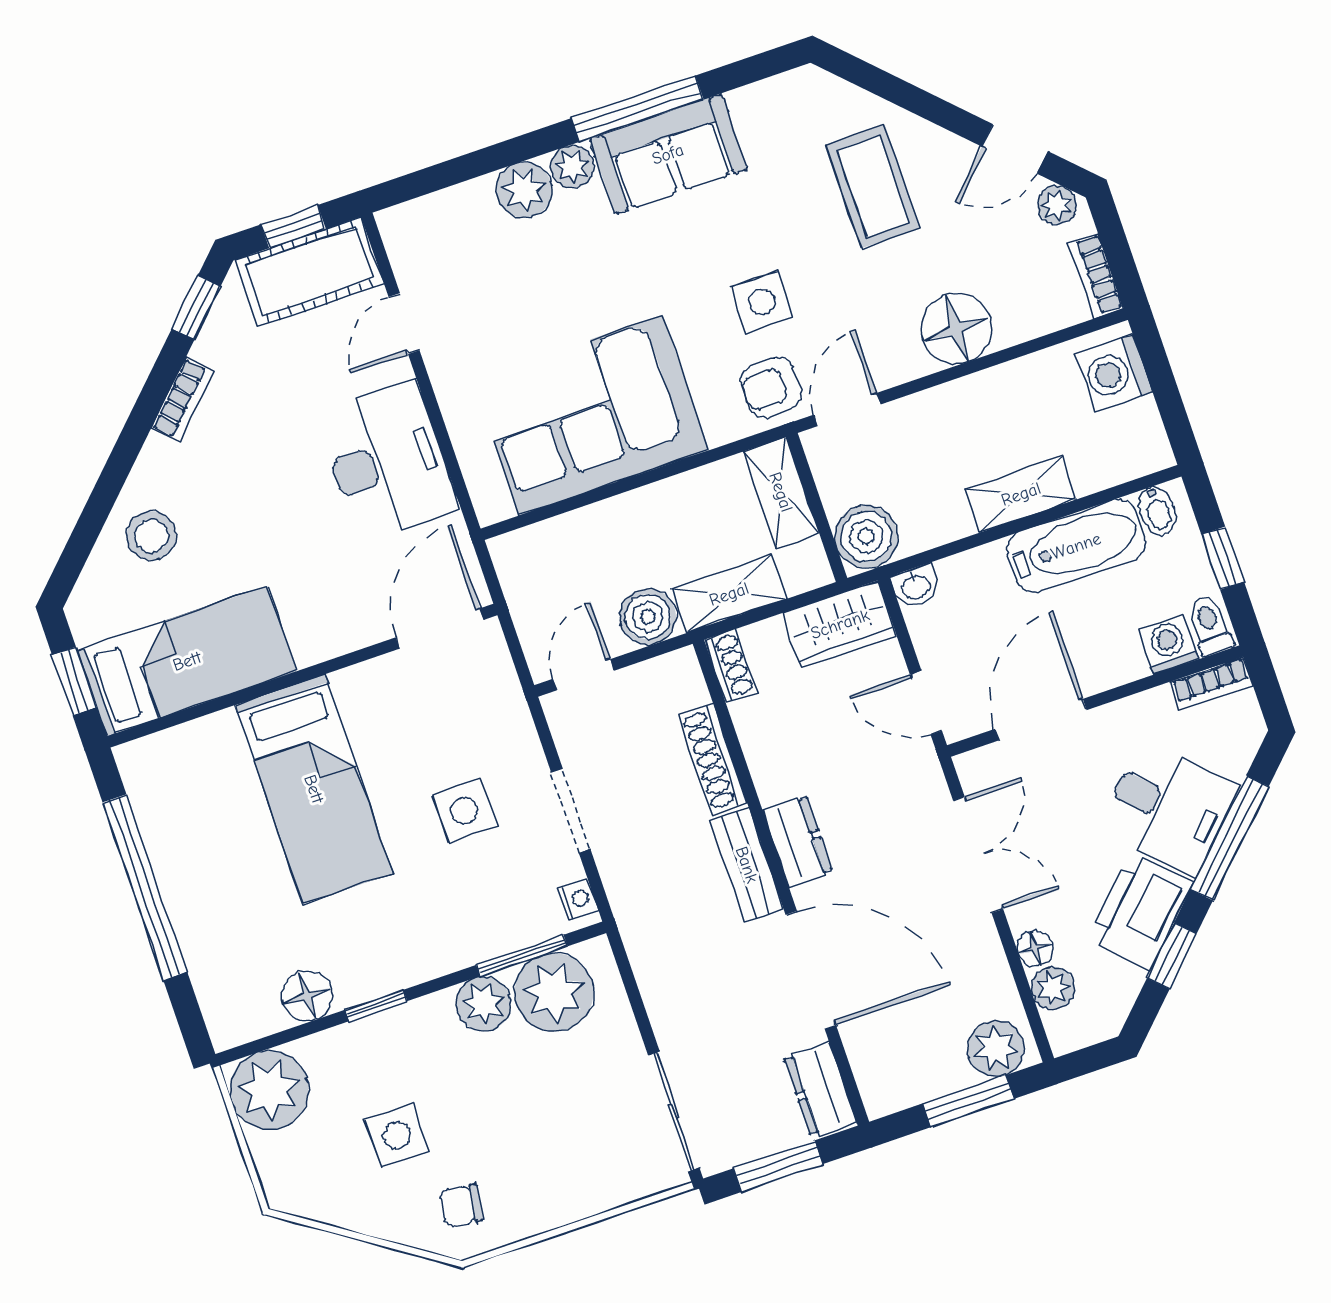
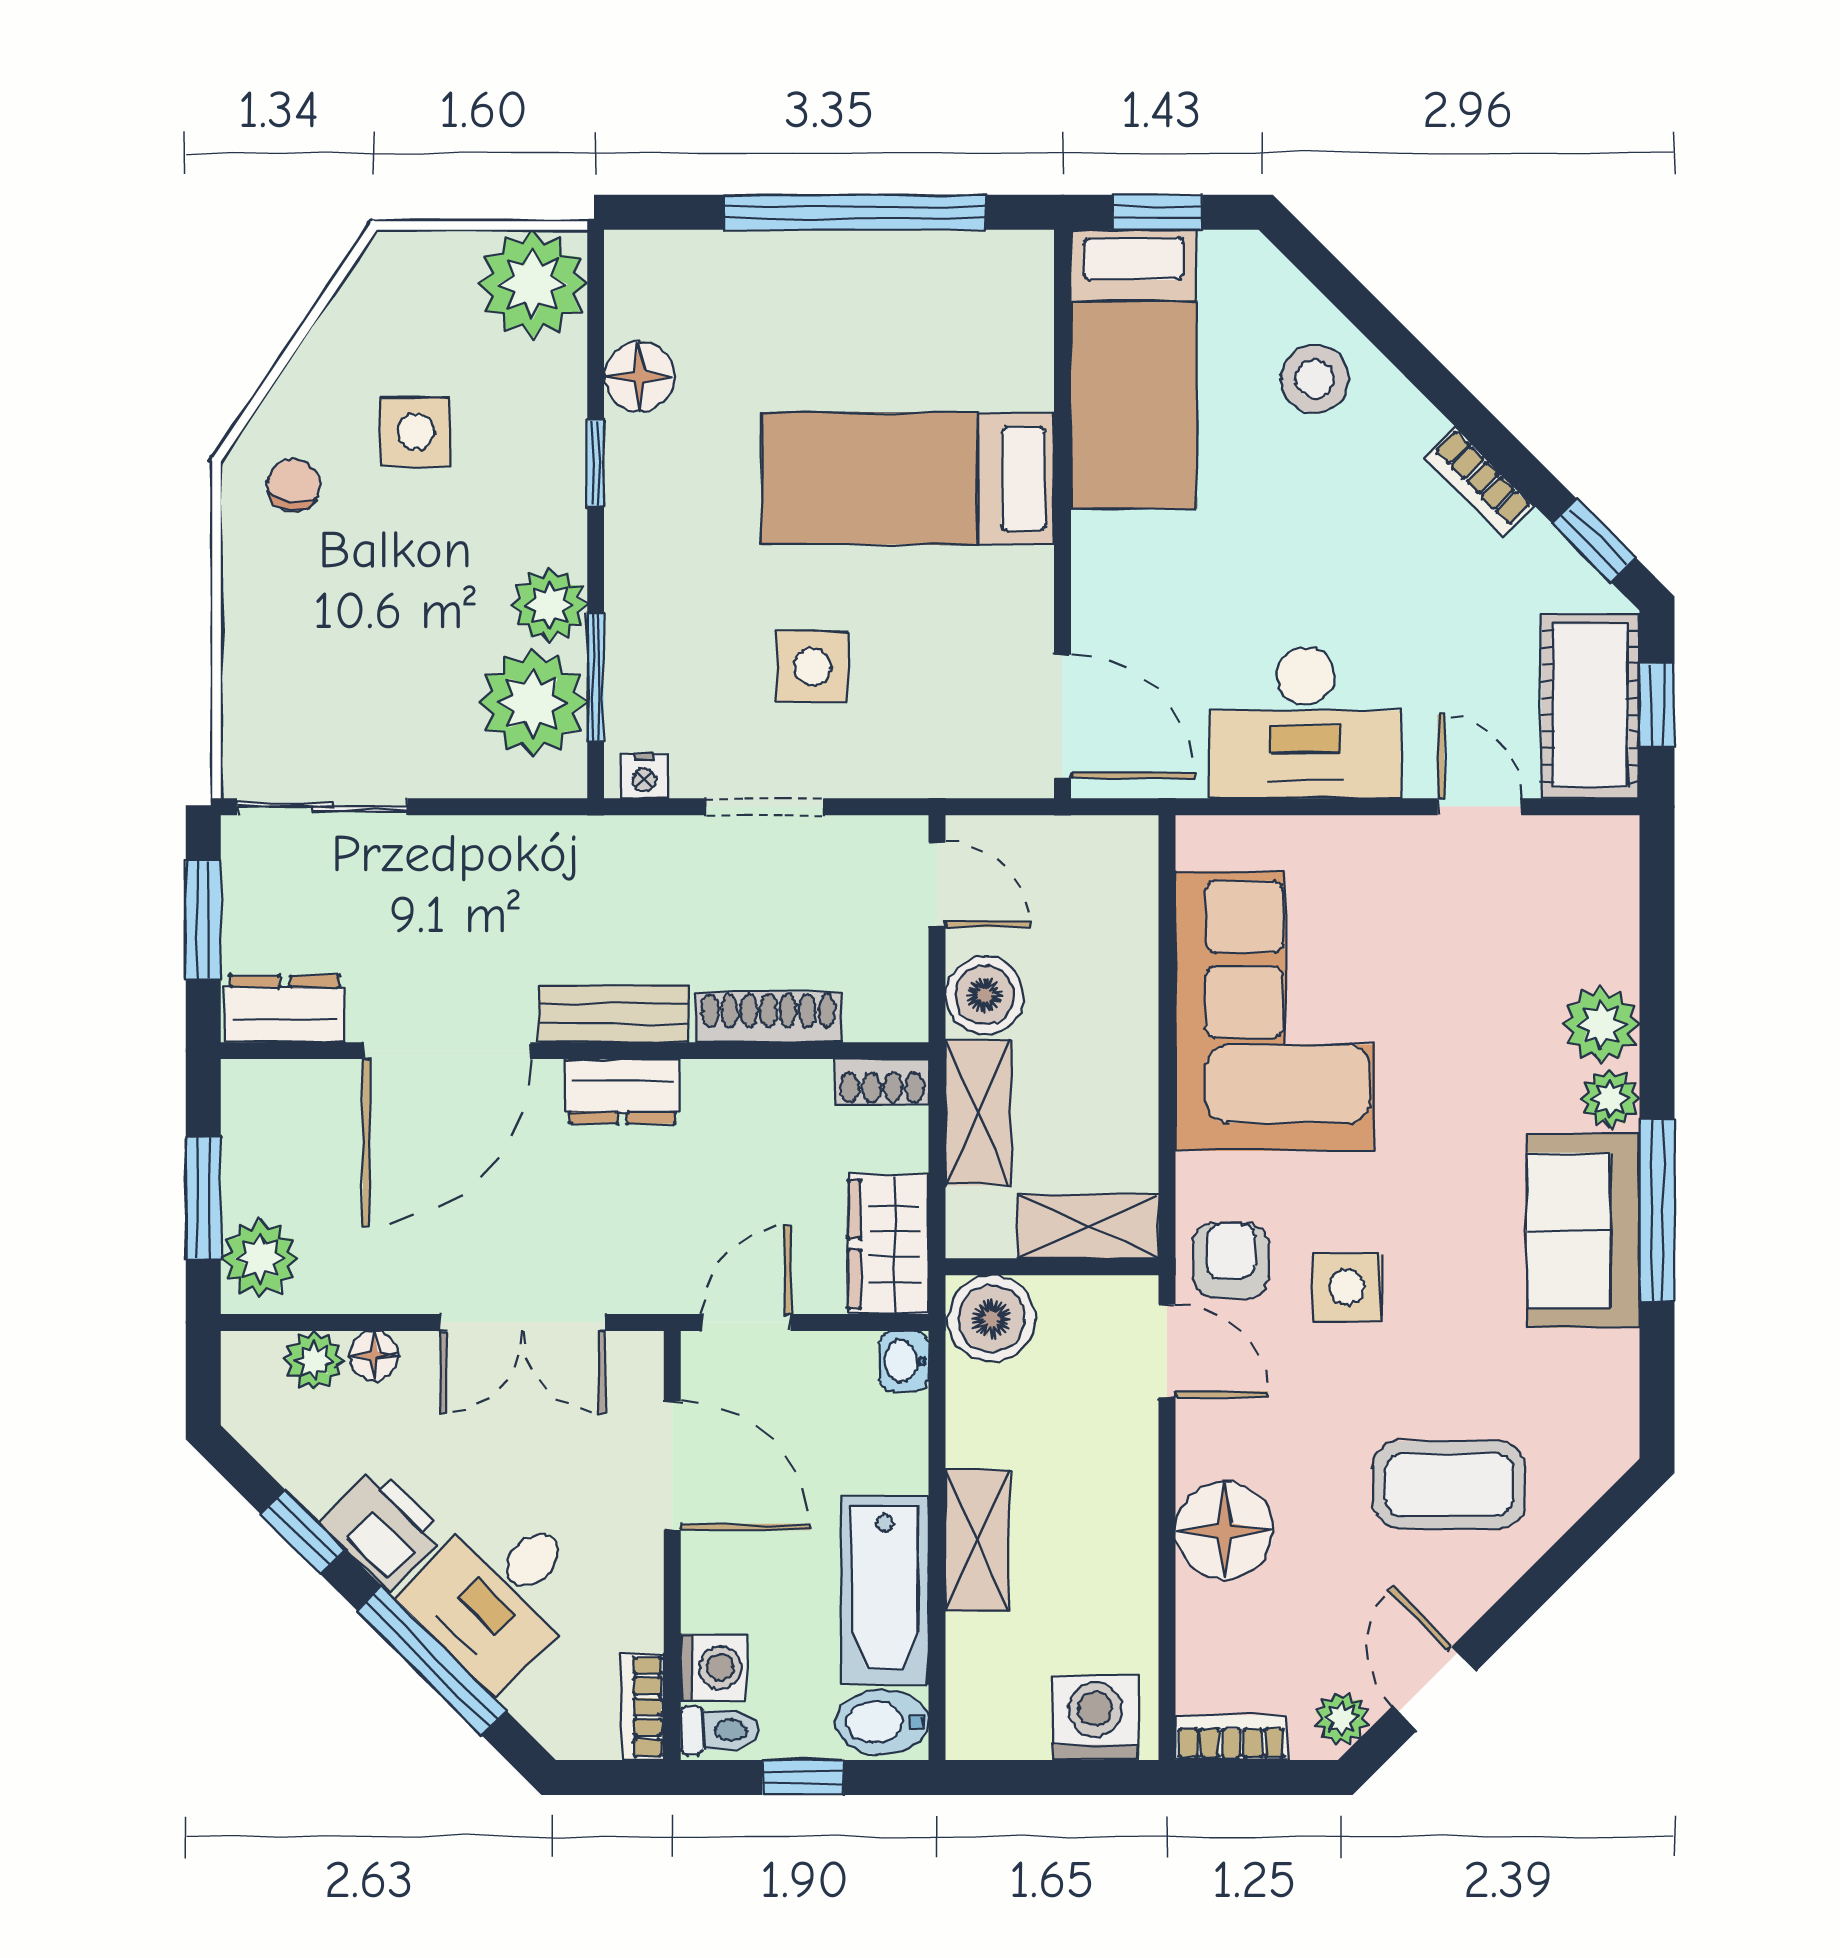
bidet: (1157, 511) -> (882, 1722), width x1.38, depth x1.36
printer: (1140, 911) -> (383, 1529), width x0.73, depth x0.84

